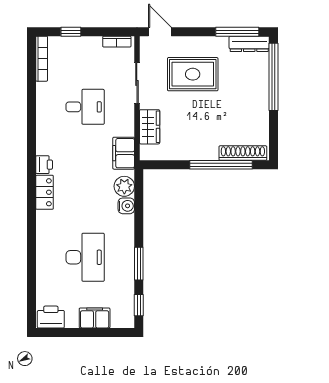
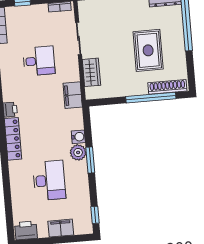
rug: (193, 74) -> (148, 50), moved, turned 90
plant: (124, 186) -> (78, 152), moved
locker: (45, 192) -> (13, 139), width x1.53
window: (139, 264) -> (90, 160), moved

